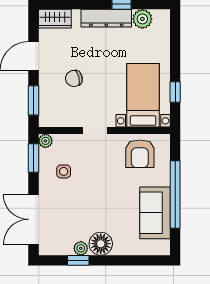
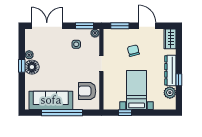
bed with nightstands: (143, 95) -> (137, 90), moved, turned -90
sofa: (155, 213) -> (51, 100), width x1.36
window: (78, 260) -> (22, 66), moved

